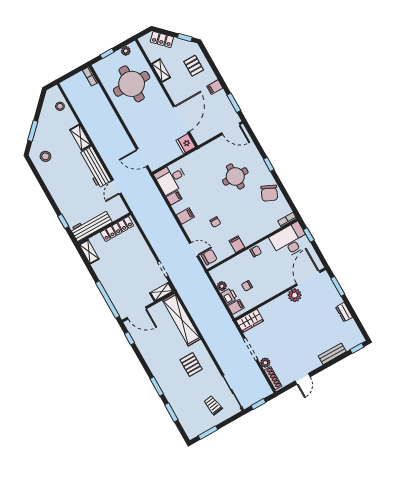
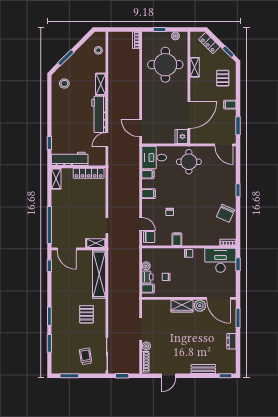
round table: (235, 176) -> (189, 162), moved
door: (308, 278) -> (218, 298), swing flipped
wardrobe: (250, 321) -> (182, 306), moved

